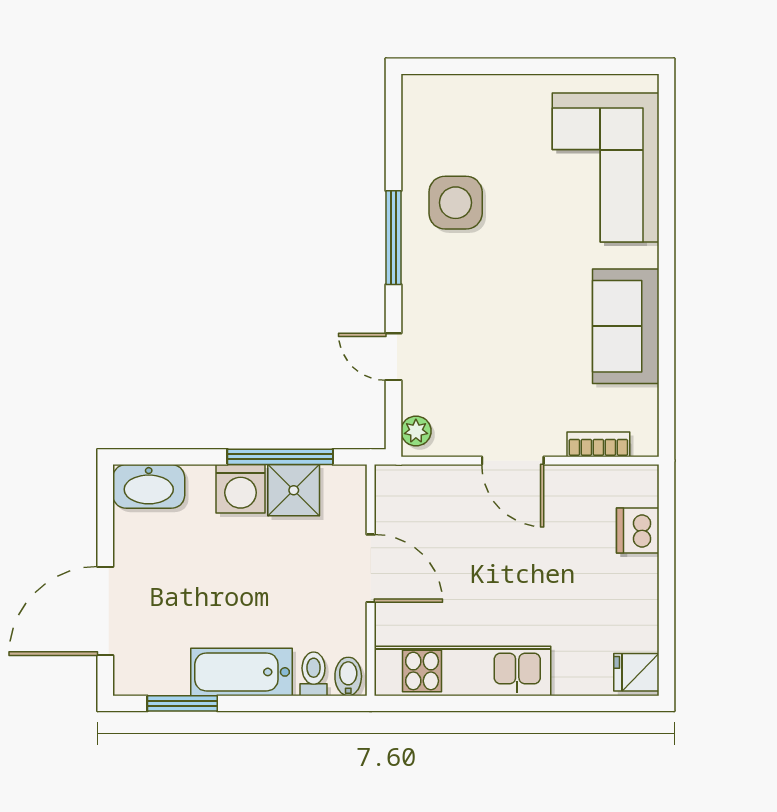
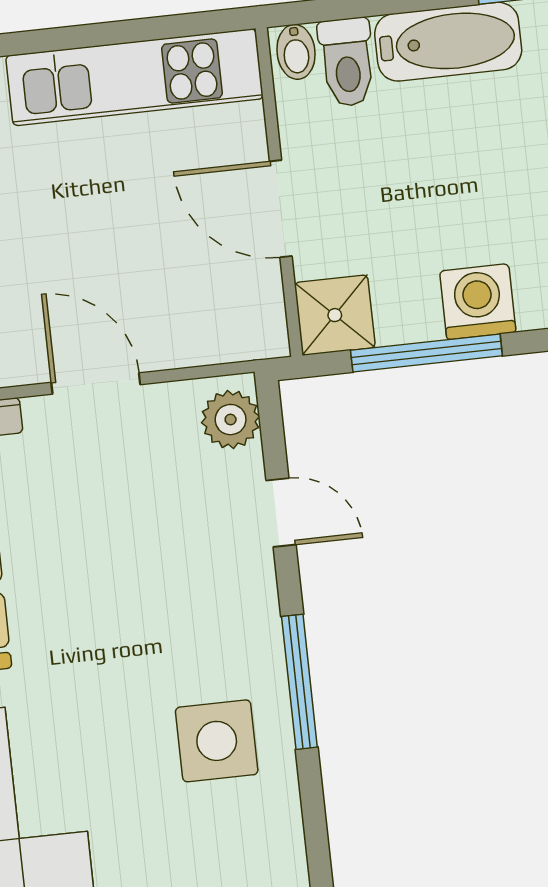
plant: (416, 431) -> (231, 420), width x1.38, depth x1.38
shower: (294, 490) -> (335, 315), moved
toilet: (314, 674) -> (347, 62), width x1.37, depth x1.39

